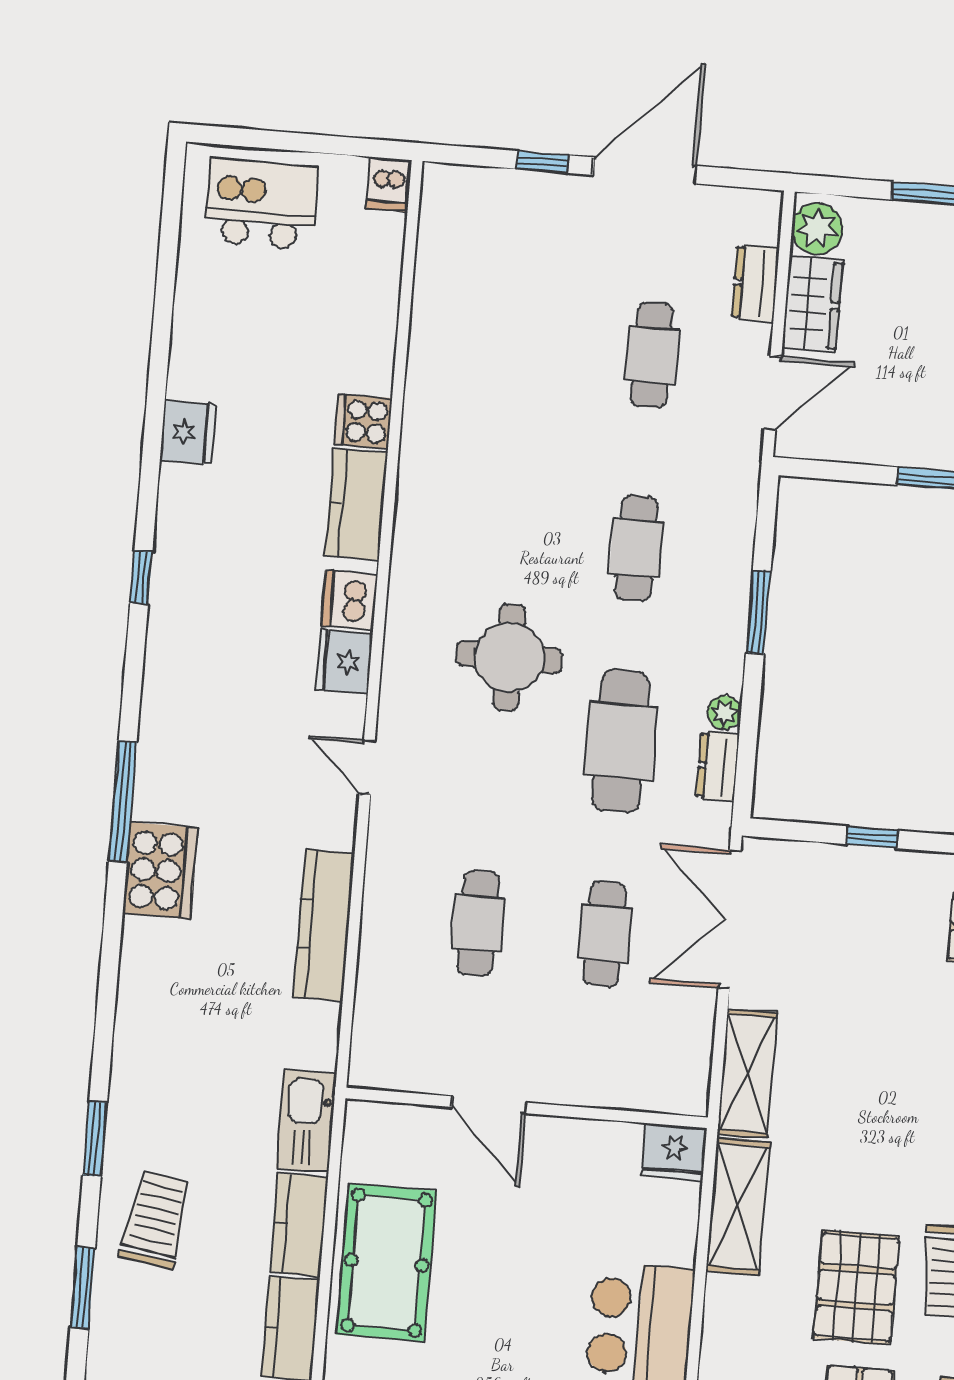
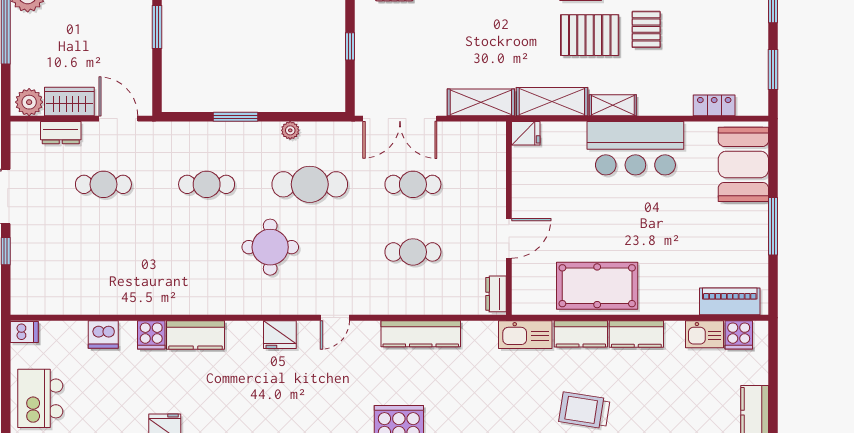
dishwasher: (350, 600) -> (103, 334), moved
dresser: (718, 766) -> (496, 294), moved, turned 90
fridge: (674, 1152) -> (526, 133), width x0.72
shelving: (722, 1320) -> (613, 105), added

